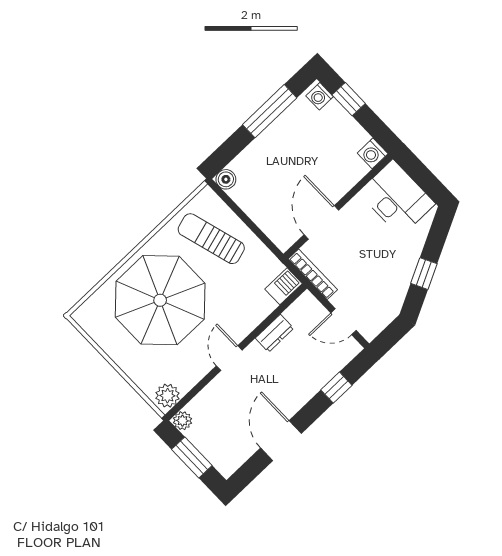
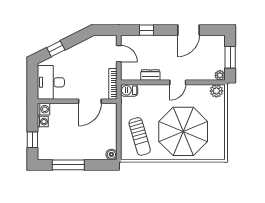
washing machine: (320, 96) -> (43, 122), moved
window: (424, 274) -> (56, 49), moved

